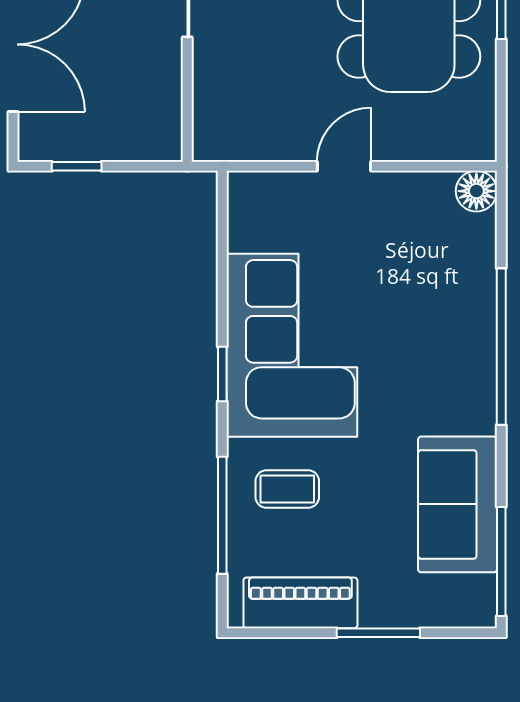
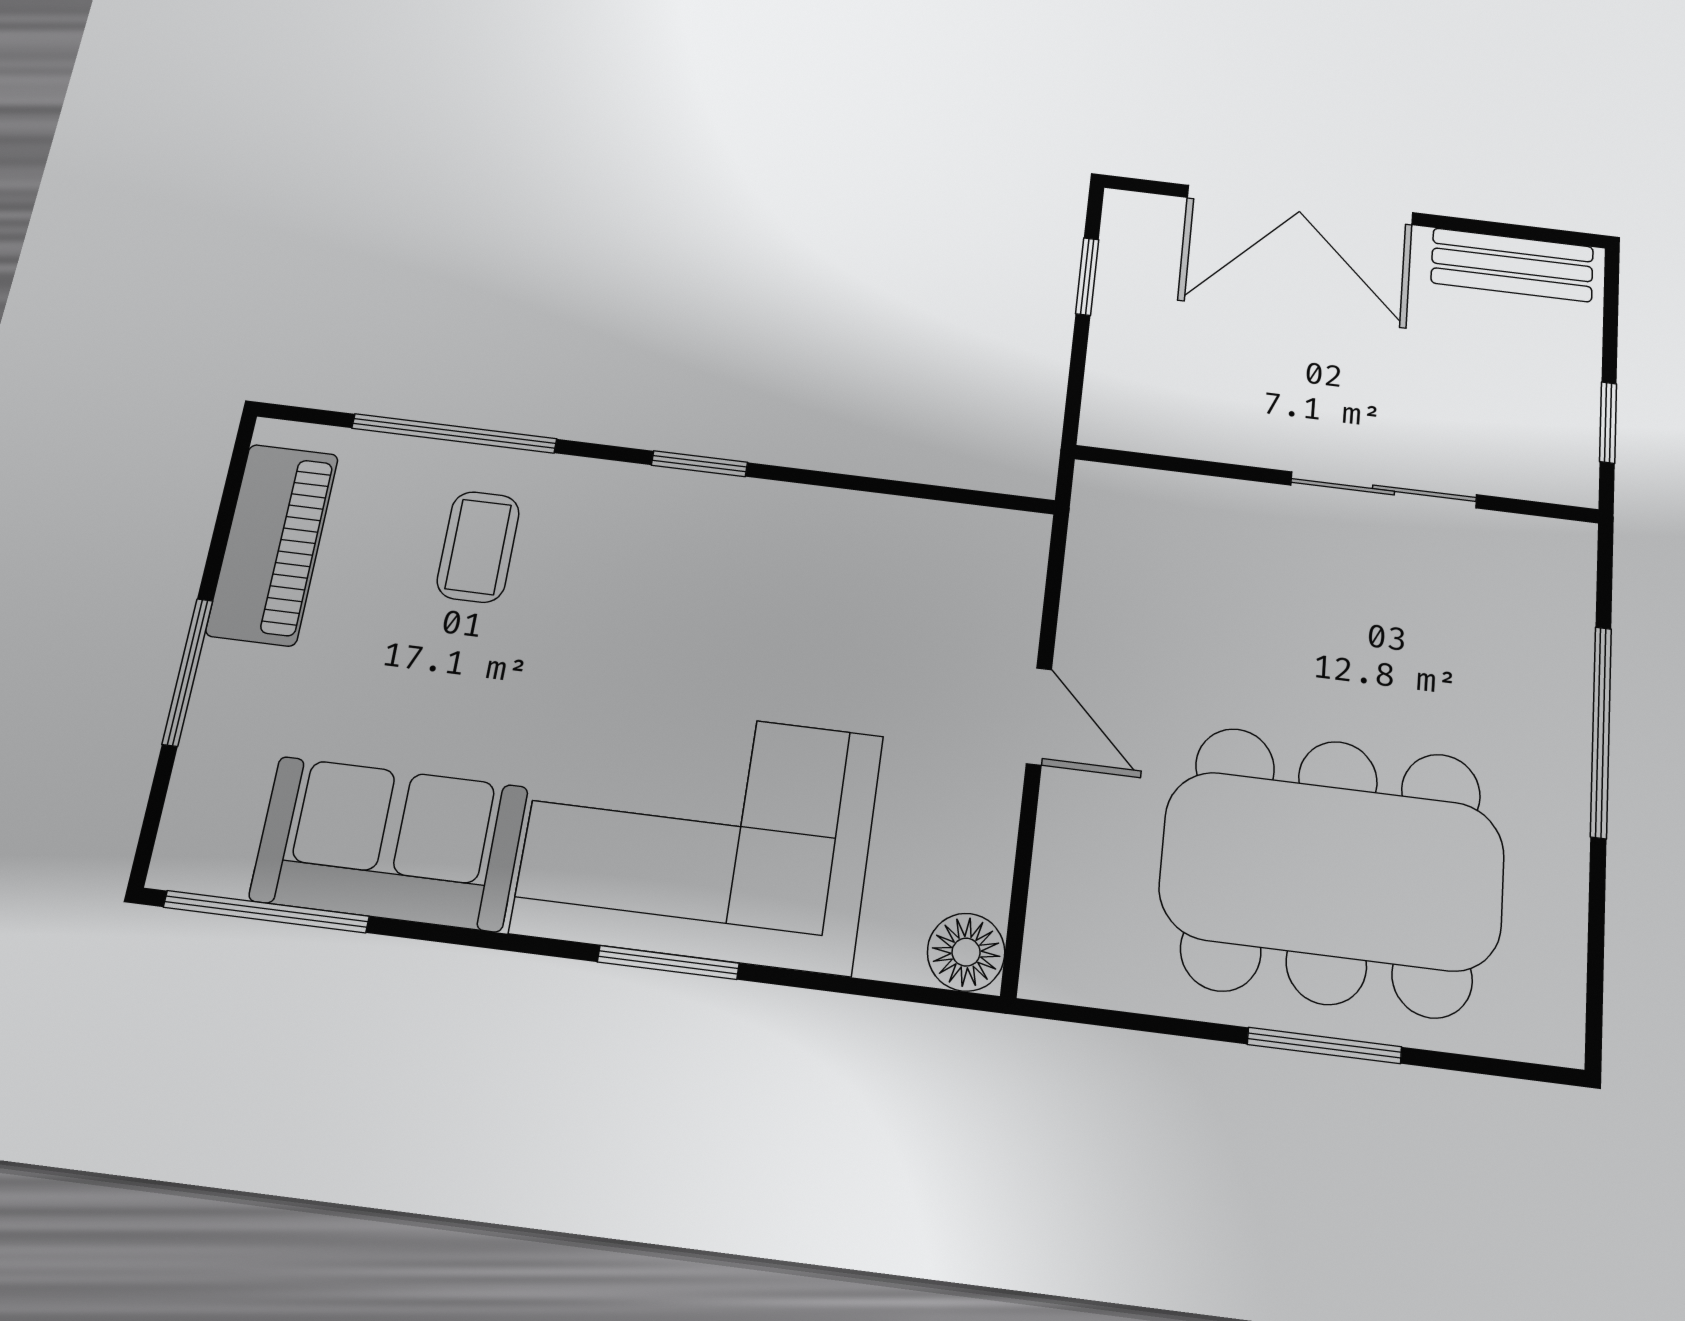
corner sofa: (292, 345) -> (699, 833), moved, turned 180
window: (501, 347) -> (668, 963), width x0.47

